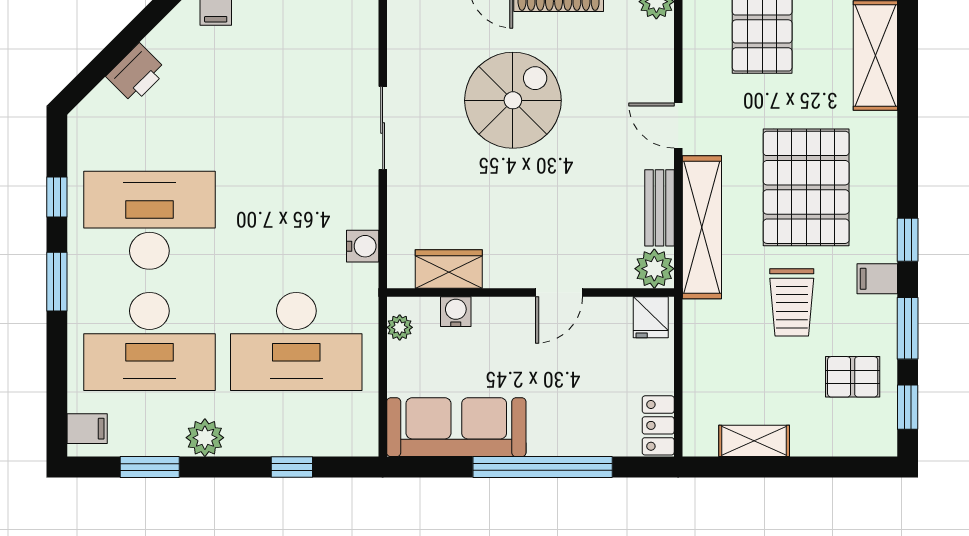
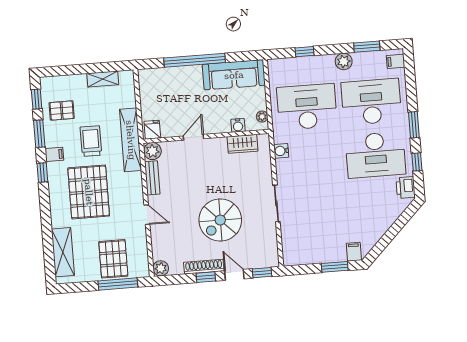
printer: (136, 73) -> (406, 188), moved, turned -45
shelving: (702, 227) -> (131, 140), moved
locker: (658, 425) -> (145, 82), removed

